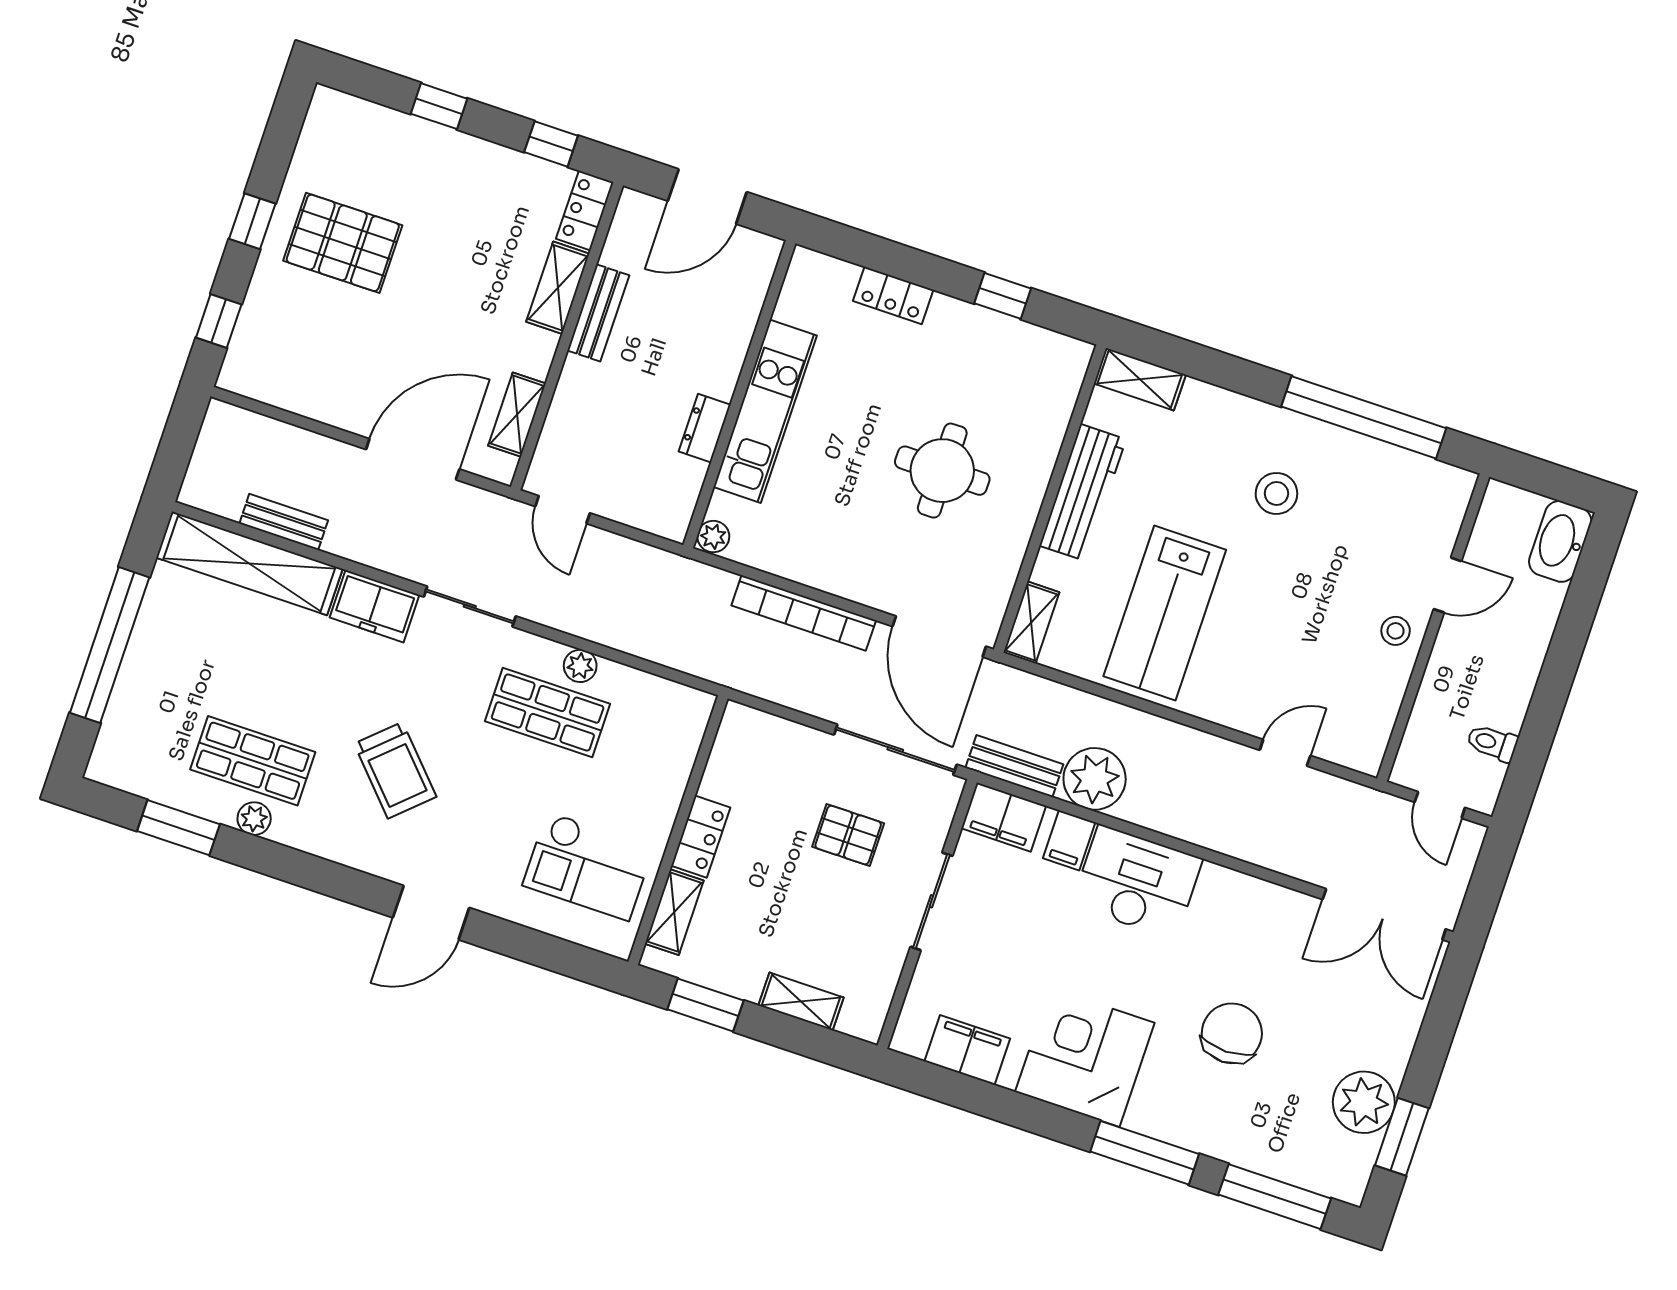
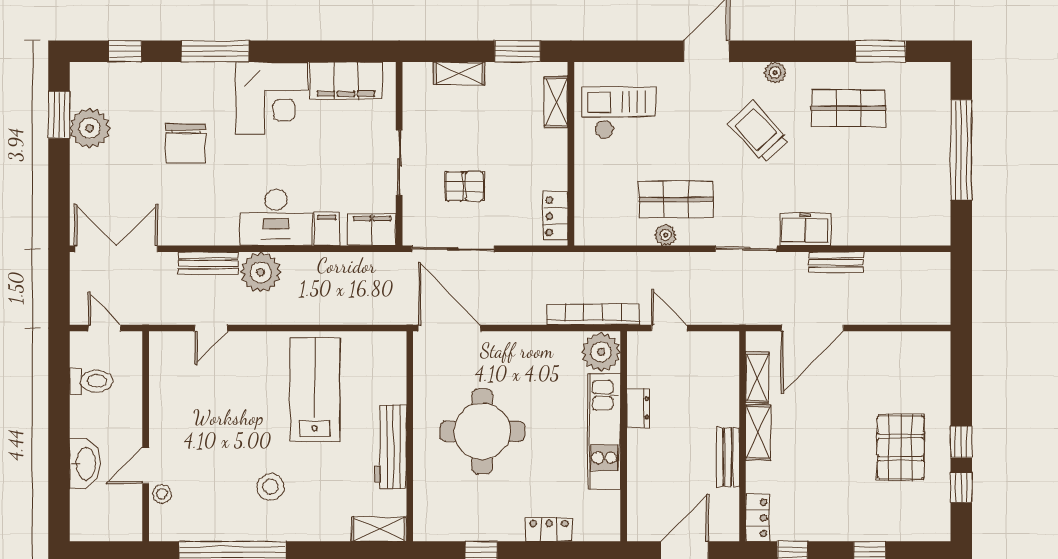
pallet: (343, 243) -> (901, 447), turned 90
shelving: (558, 288) -> (758, 433), moved
window: (219, 321) -> (961, 487), moved
round table: (942, 471) -> (482, 431), width x1.36, depth x1.36
door: (563, 510) -> (669, 328), moved
bench: (284, 522) -> (836, 262), moved
plant: (713, 537) -> (601, 352), width x1.87, depth x1.87
washbasin: (1560, 541) -> (85, 464), moved
shelving: (249, 563) -> (892, 230), removed
bookcase: (804, 613) -> (593, 314), moved
shelving: (1031, 622) -> (395, 356), removed
stool: (1396, 631) -> (162, 494), moved
toilet: (1492, 743) -> (91, 381), width x1.37, depth x1.39
bench: (1014, 766) -> (208, 263), moved
plant: (1095, 779) -> (261, 272), moved
plant: (254, 819) -> (775, 73), moved
locker: (701, 837) -> (555, 216), moved
filing cabinet: (967, 1050) -> (346, 81), width x1.50, depth x1.17
window: (1275, 1197) -> (125, 51), width x0.46

